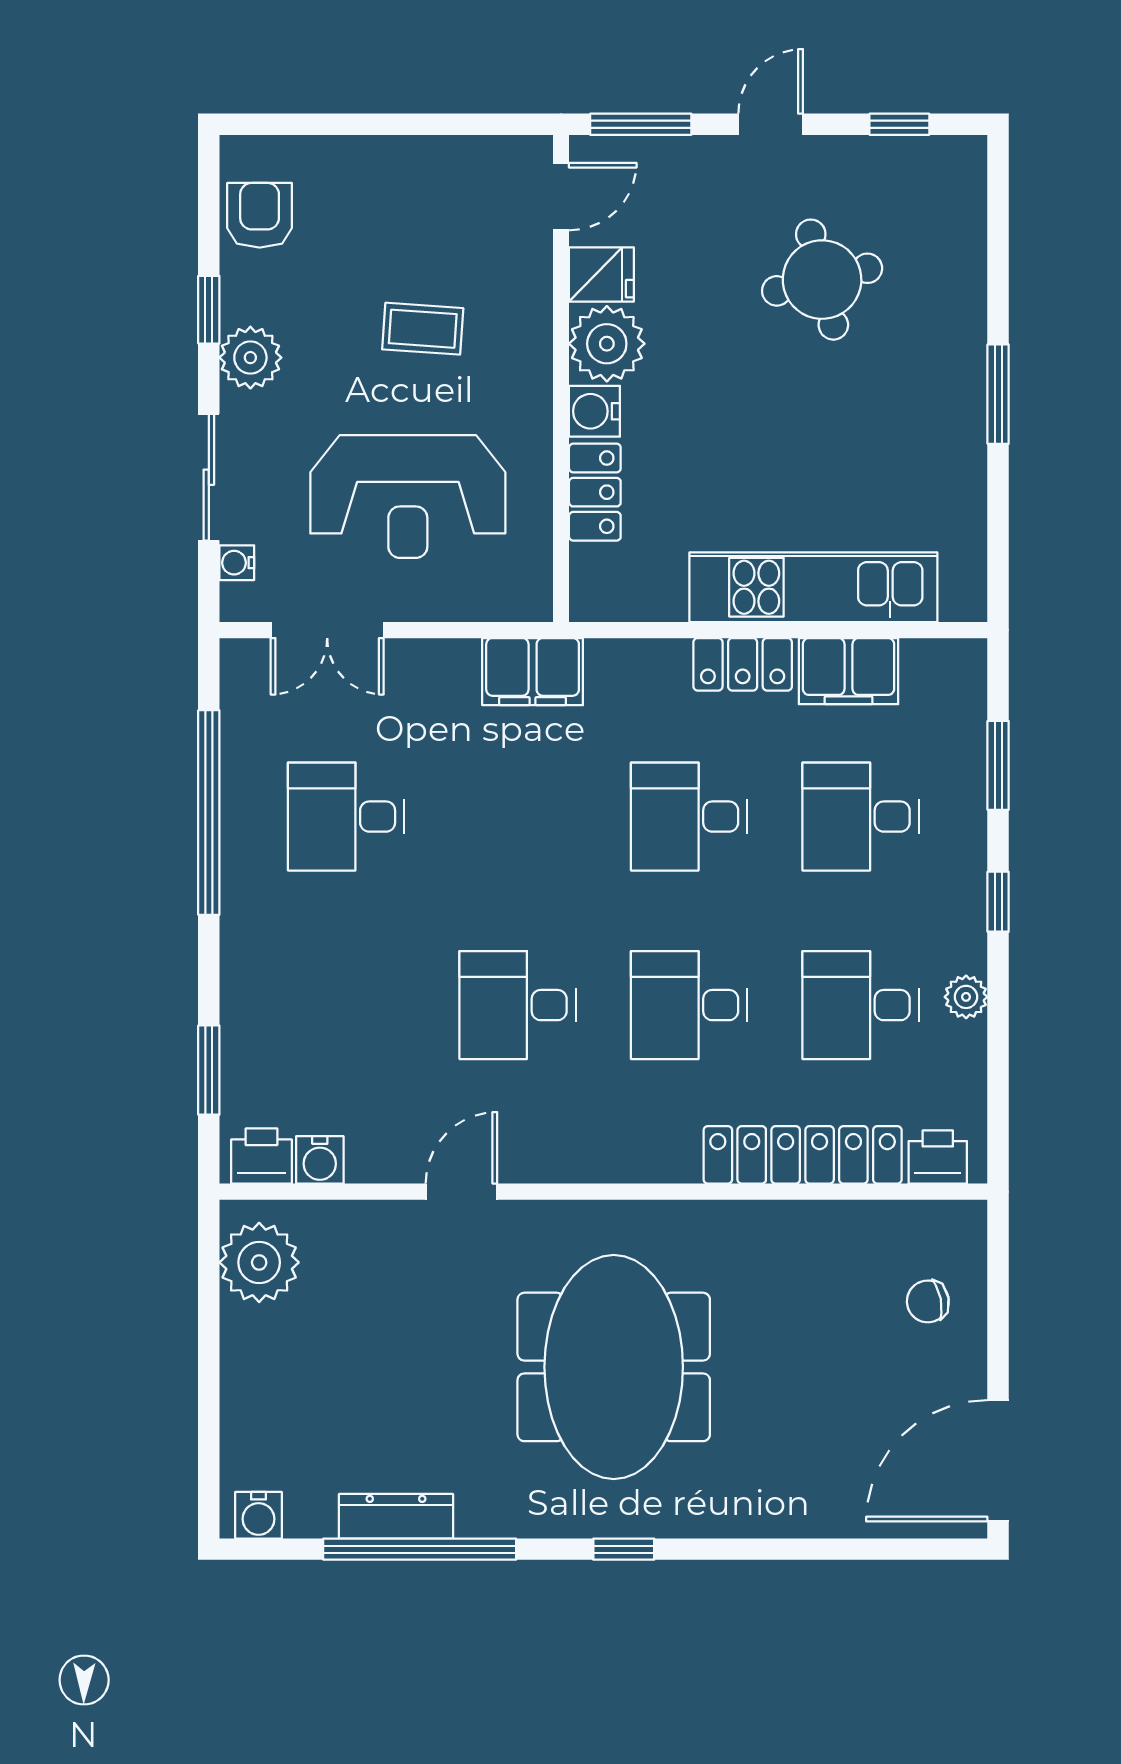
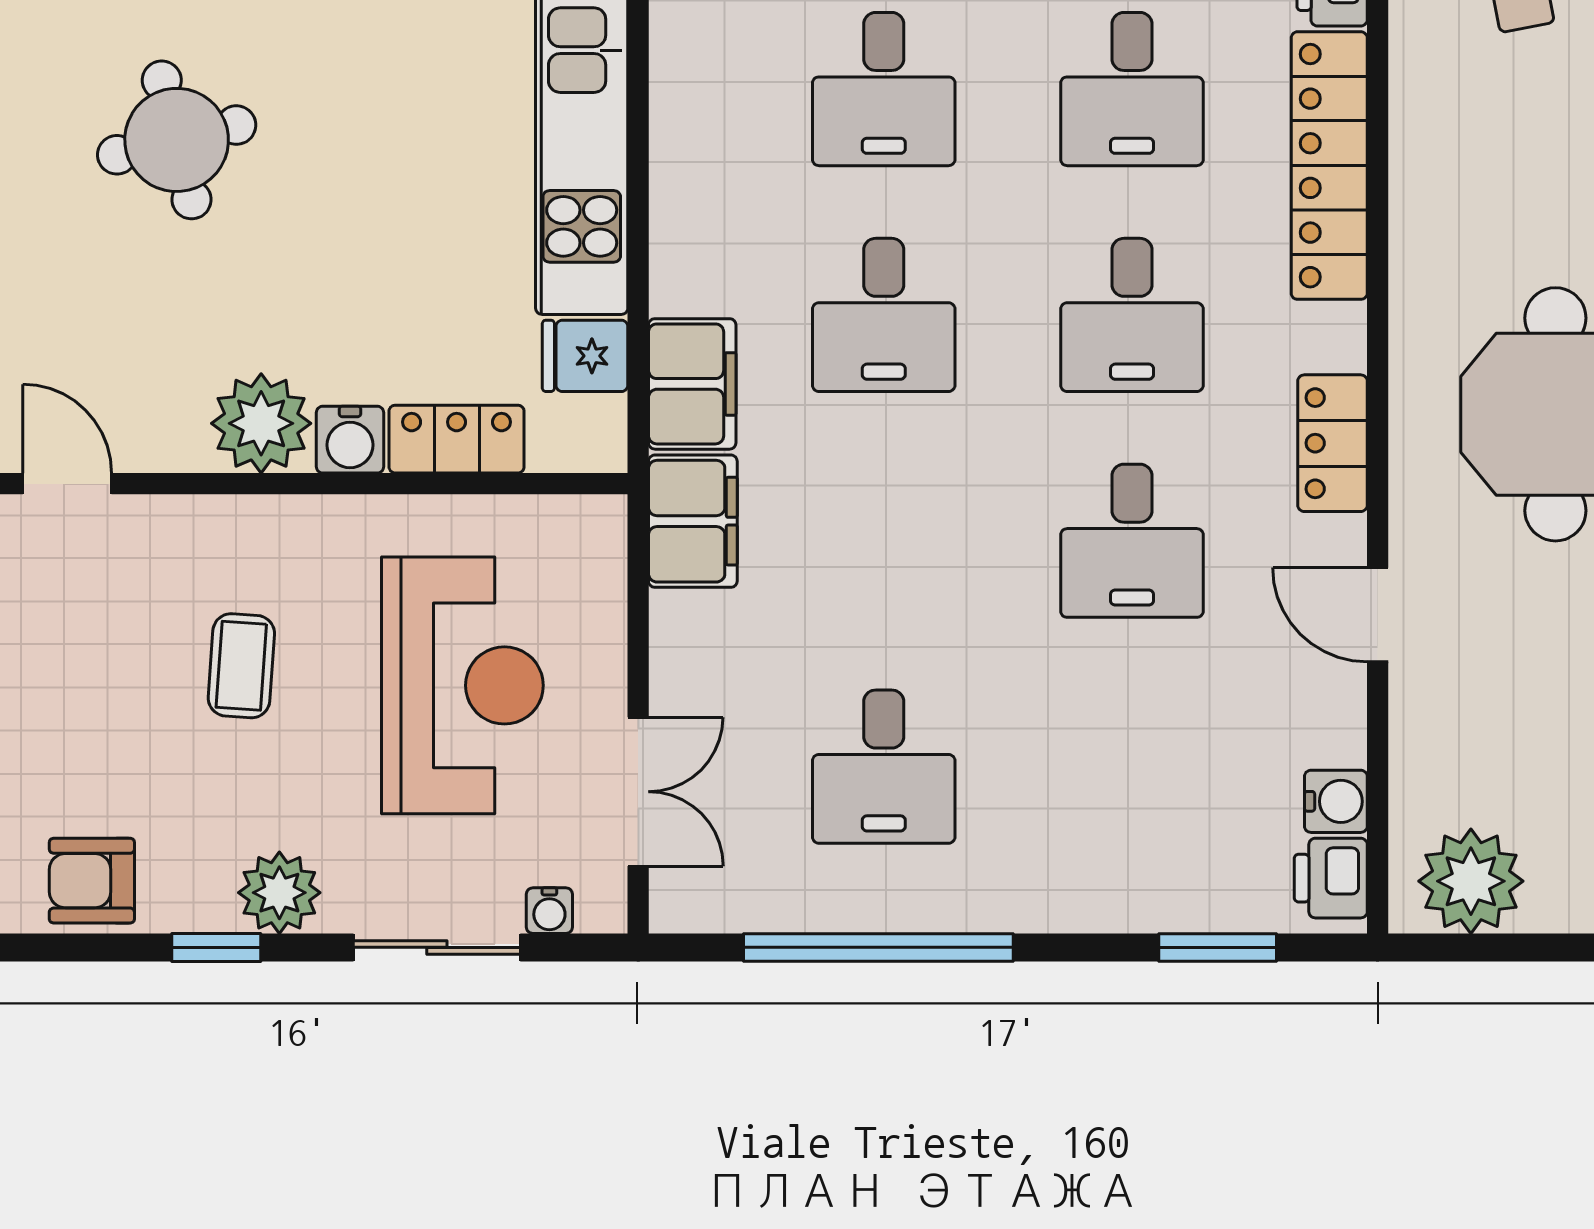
fridge: (601, 275) -> (585, 356), moved, turned -90
locker: (743, 664) -> (1332, 443), moved, turned 180
filing cabinet: (848, 671) -> (692, 384), moved

